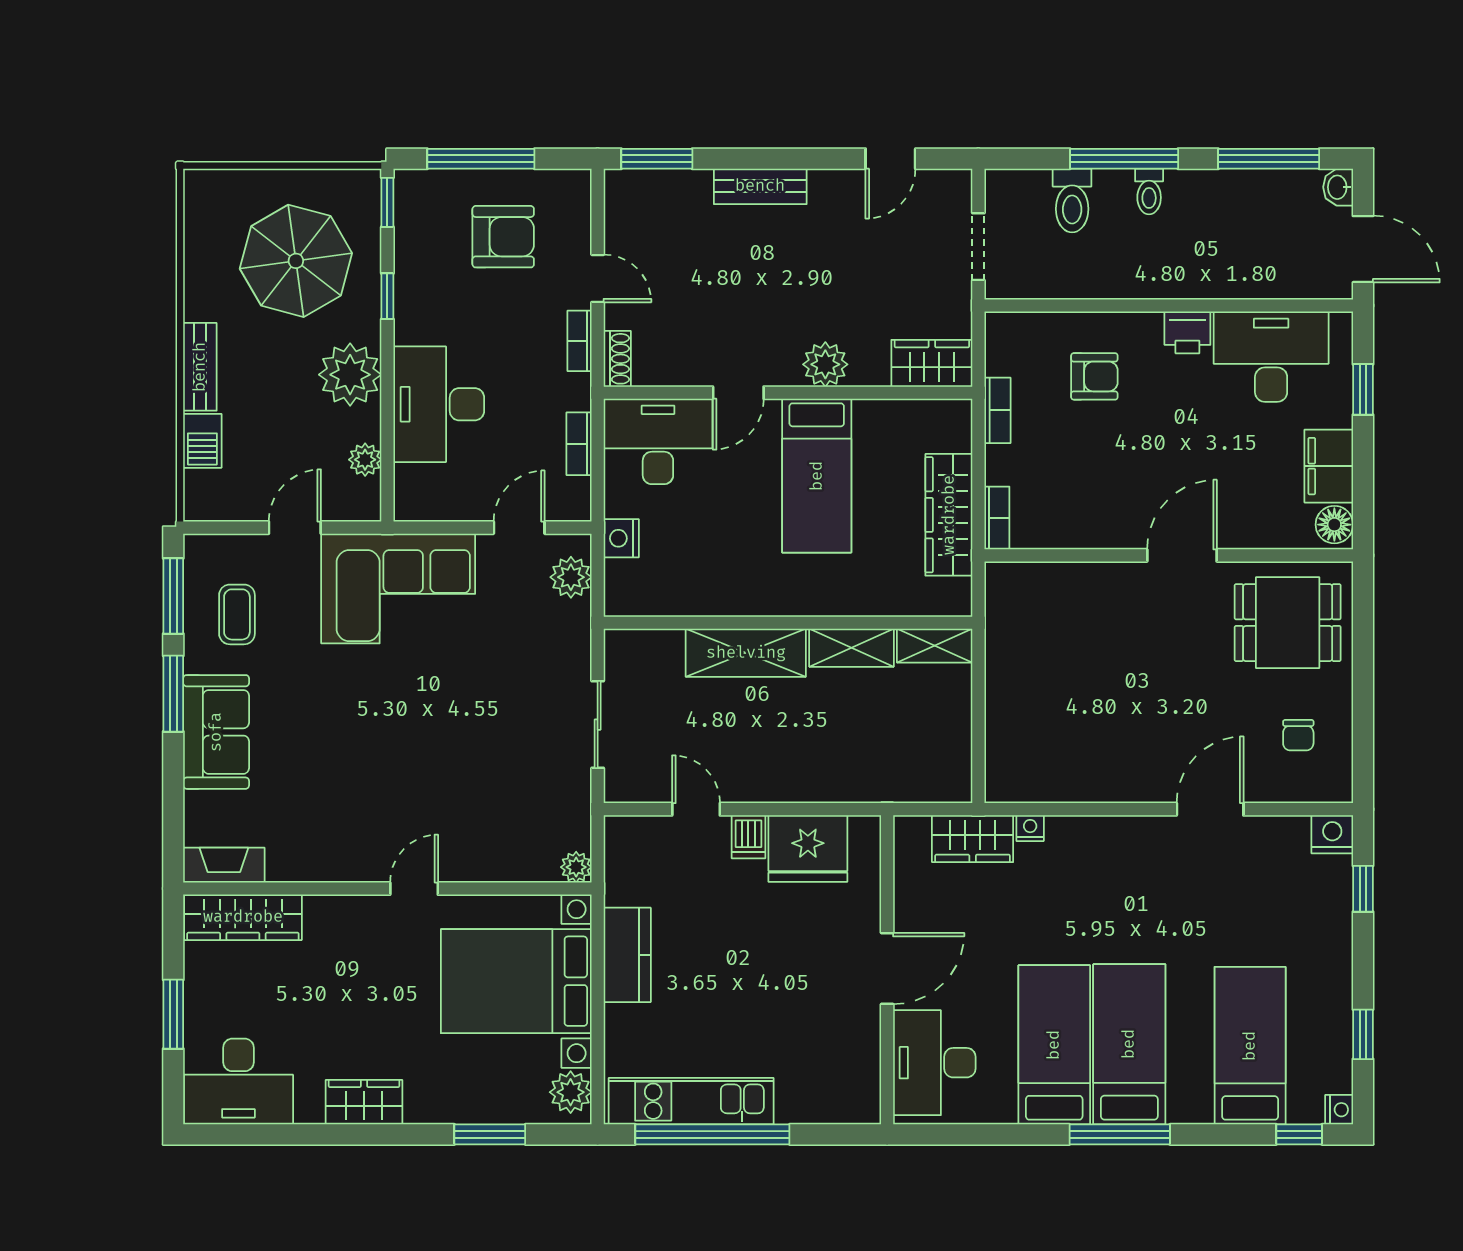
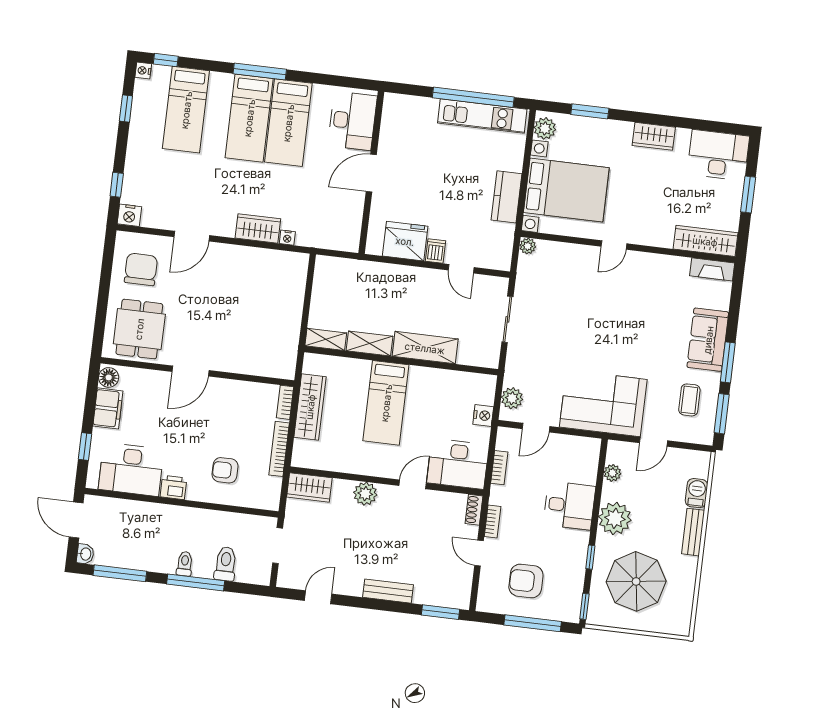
desk: (439, 404) -> (569, 505), width x0.73
bookcase: (997, 410) -> (279, 449), width x1.56
bed: (817, 476) -> (386, 403), moved, turned 180
dining table: (1288, 623) -> (139, 329), turned 90
chair: (1298, 735) -> (141, 269), width x1.87, depth x1.87
wardrobe: (973, 839) -> (258, 228), moved

